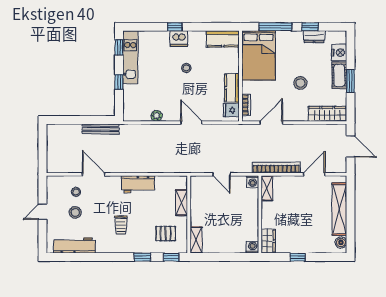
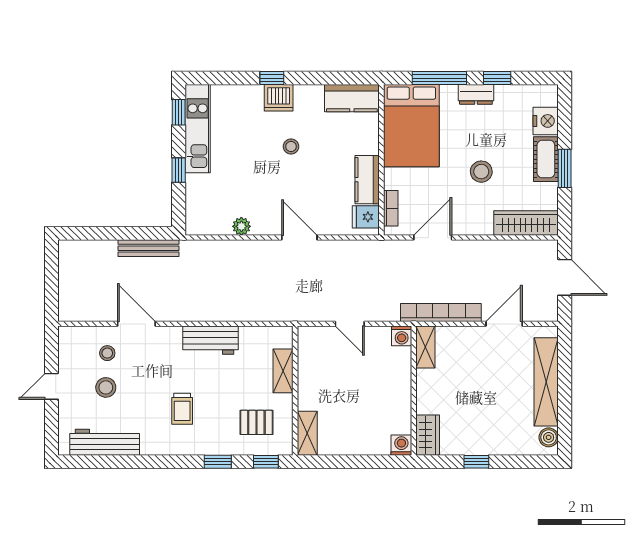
dresser: (314, 37) -> (476, 94), moved

